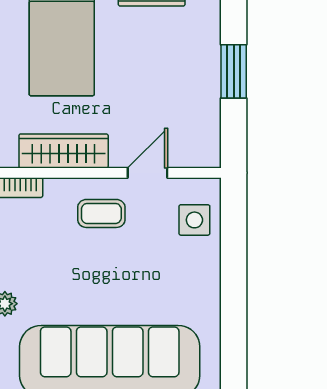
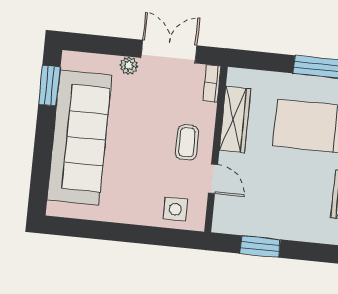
window: (234, 71) -> (260, 247), moved

